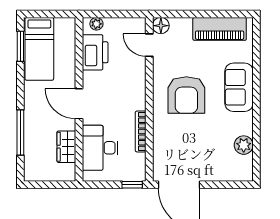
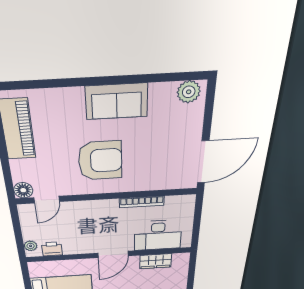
printer: (95, 52) -> (52, 249), width x0.53, depth x0.68
sofa: (239, 87) -> (117, 101), moved
plant: (244, 145) -> (189, 92), moved
window: (132, 185) -> (199, 206), removed

